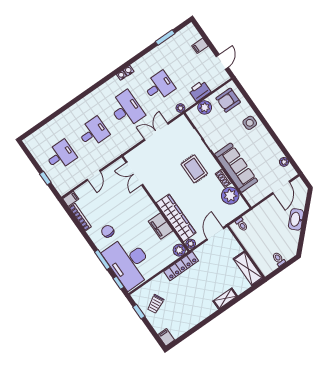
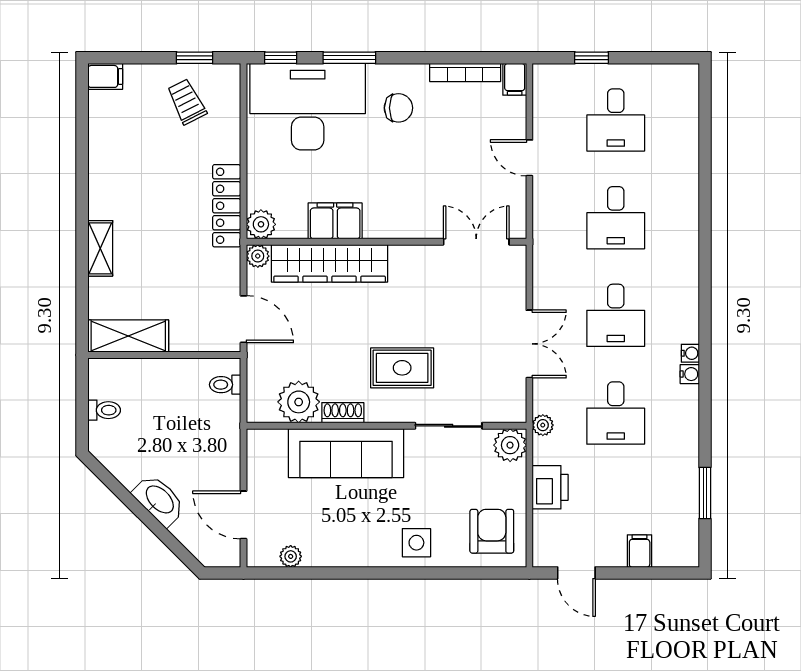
plant: (205, 107) -> (510, 445), moved
desk: (126, 109) -> (616, 315), width x0.73

